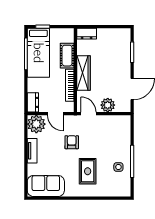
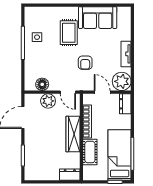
floor lamp: (113, 121) -> (42, 84), added
sofa: (46, 186) -> (98, 18), moved

